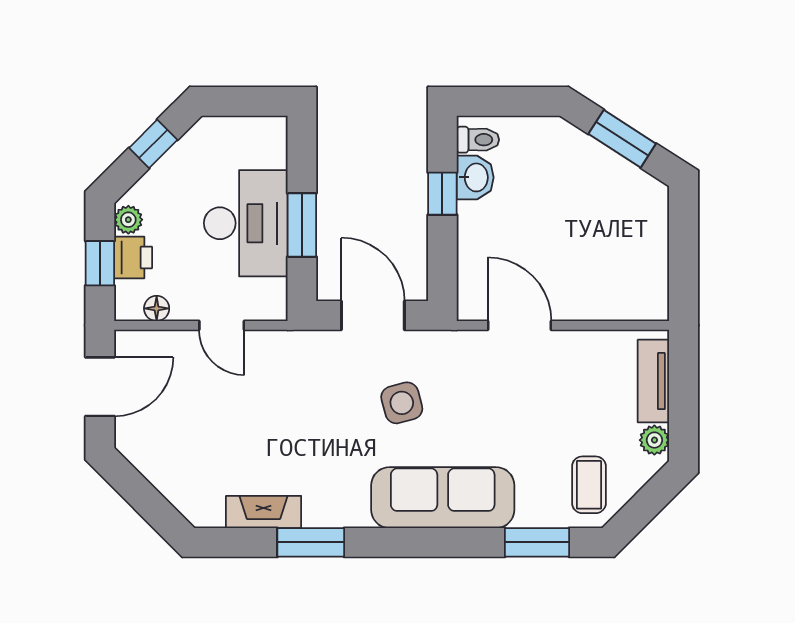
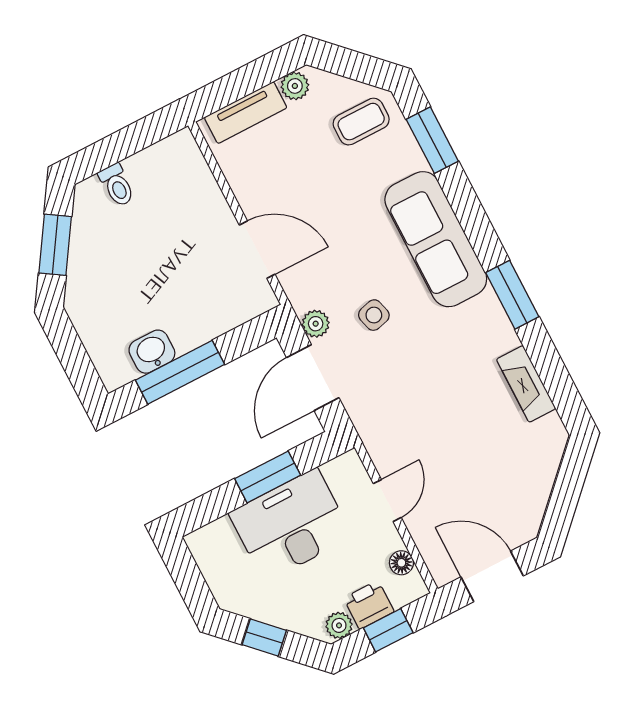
toilet: (478, 140) -> (117, 185), moved, turned 180
window: (442, 194) -> (180, 372), width x2.17
door: (520, 325) -> (257, 250), swing flipped
plant: (422, 344) -> (316, 324), added
side table: (402, 403) -> (374, 315), width x0.73, depth x0.73
window: (311, 542) -> (512, 295), moved

